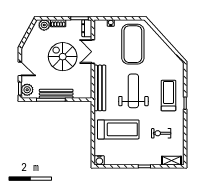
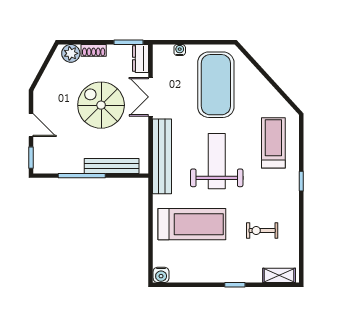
plant: (27, 90) -> (43, 159), removed
bench: (56, 94) -> (112, 166), moved
treadmill: (168, 96) -> (273, 143), moved

